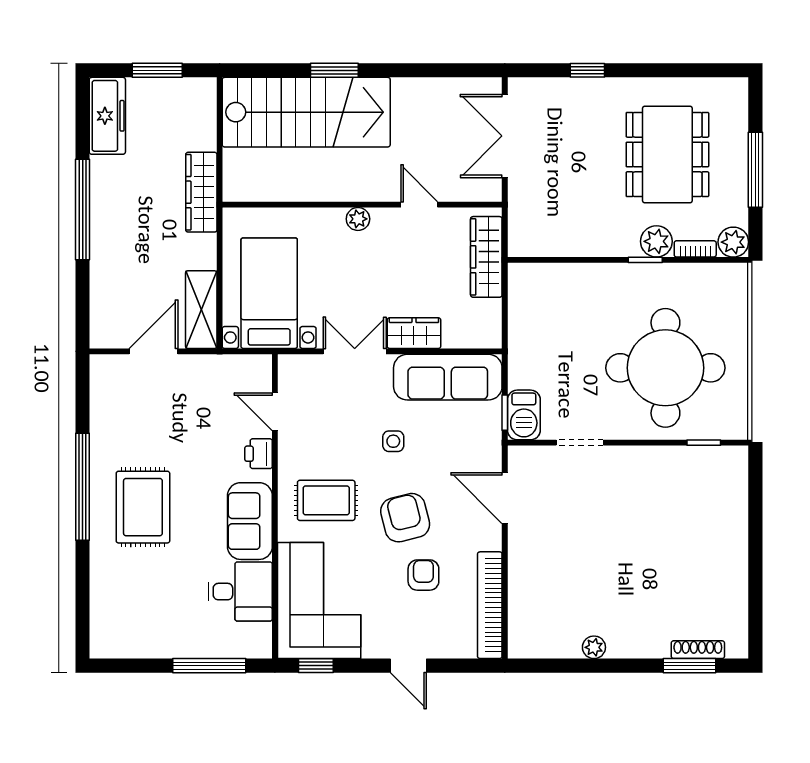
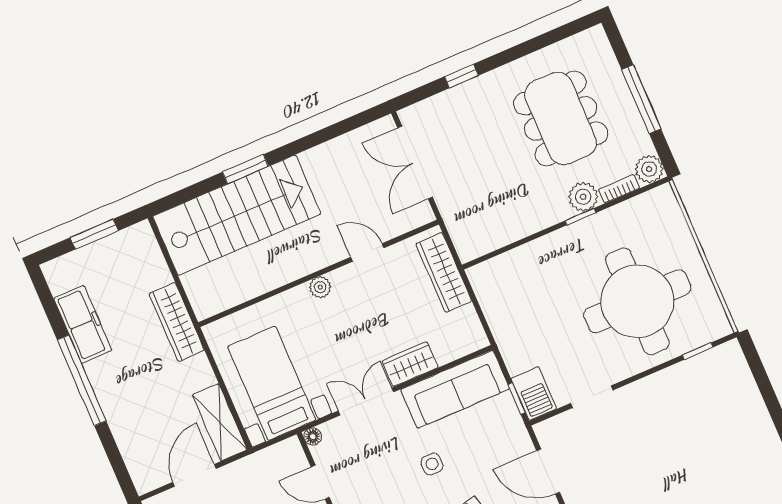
freezer: (107, 116) -> (83, 324), moved
floor lamp: (287, 363) -> (313, 437), added

